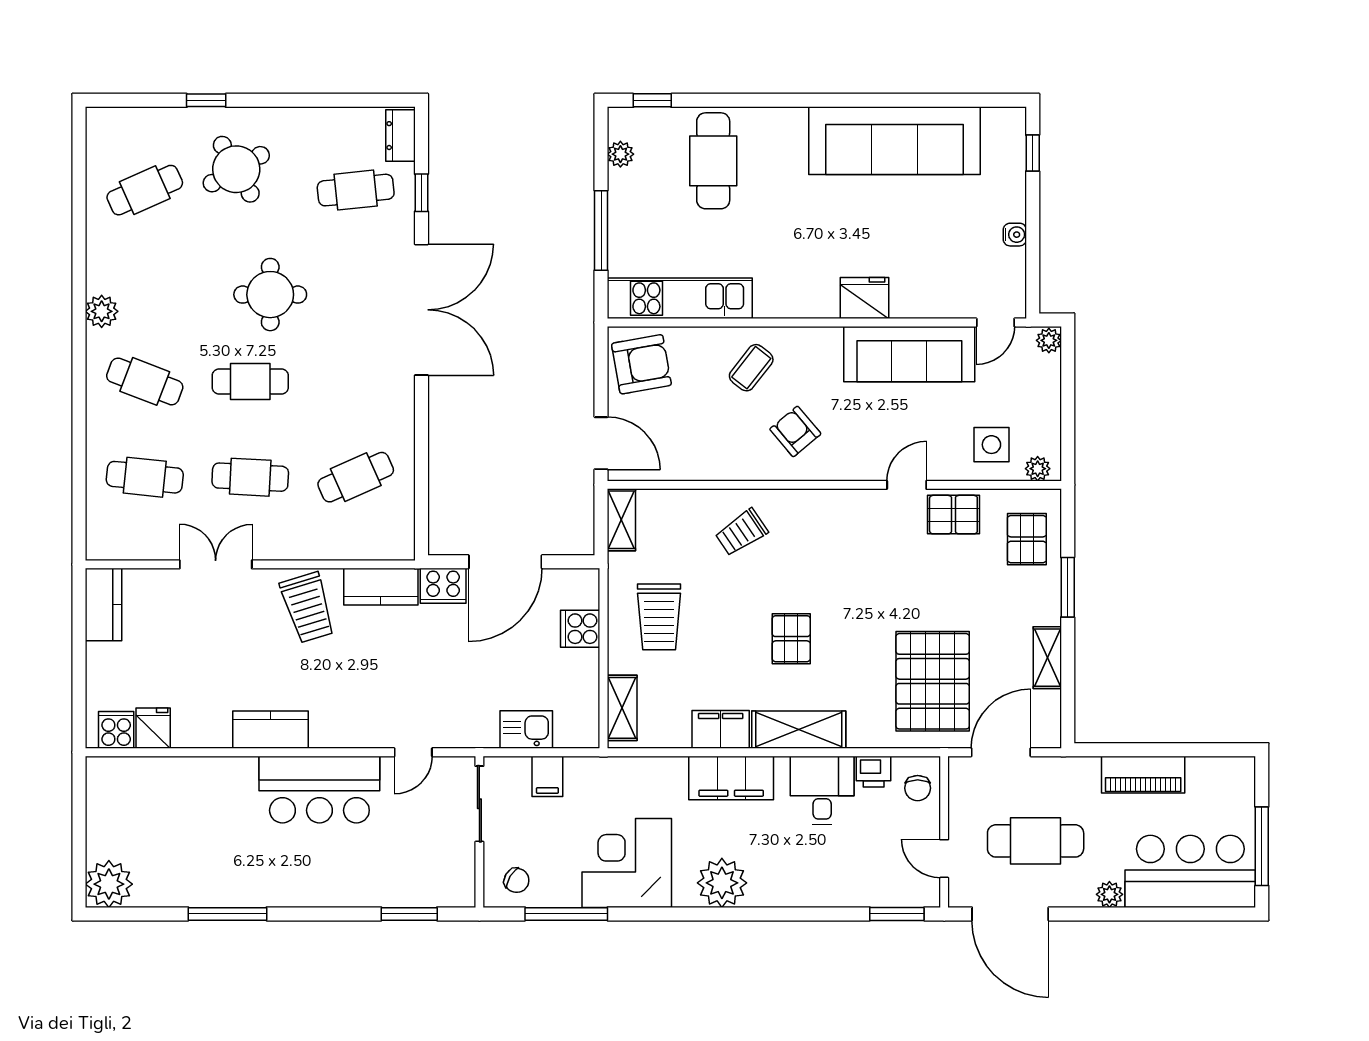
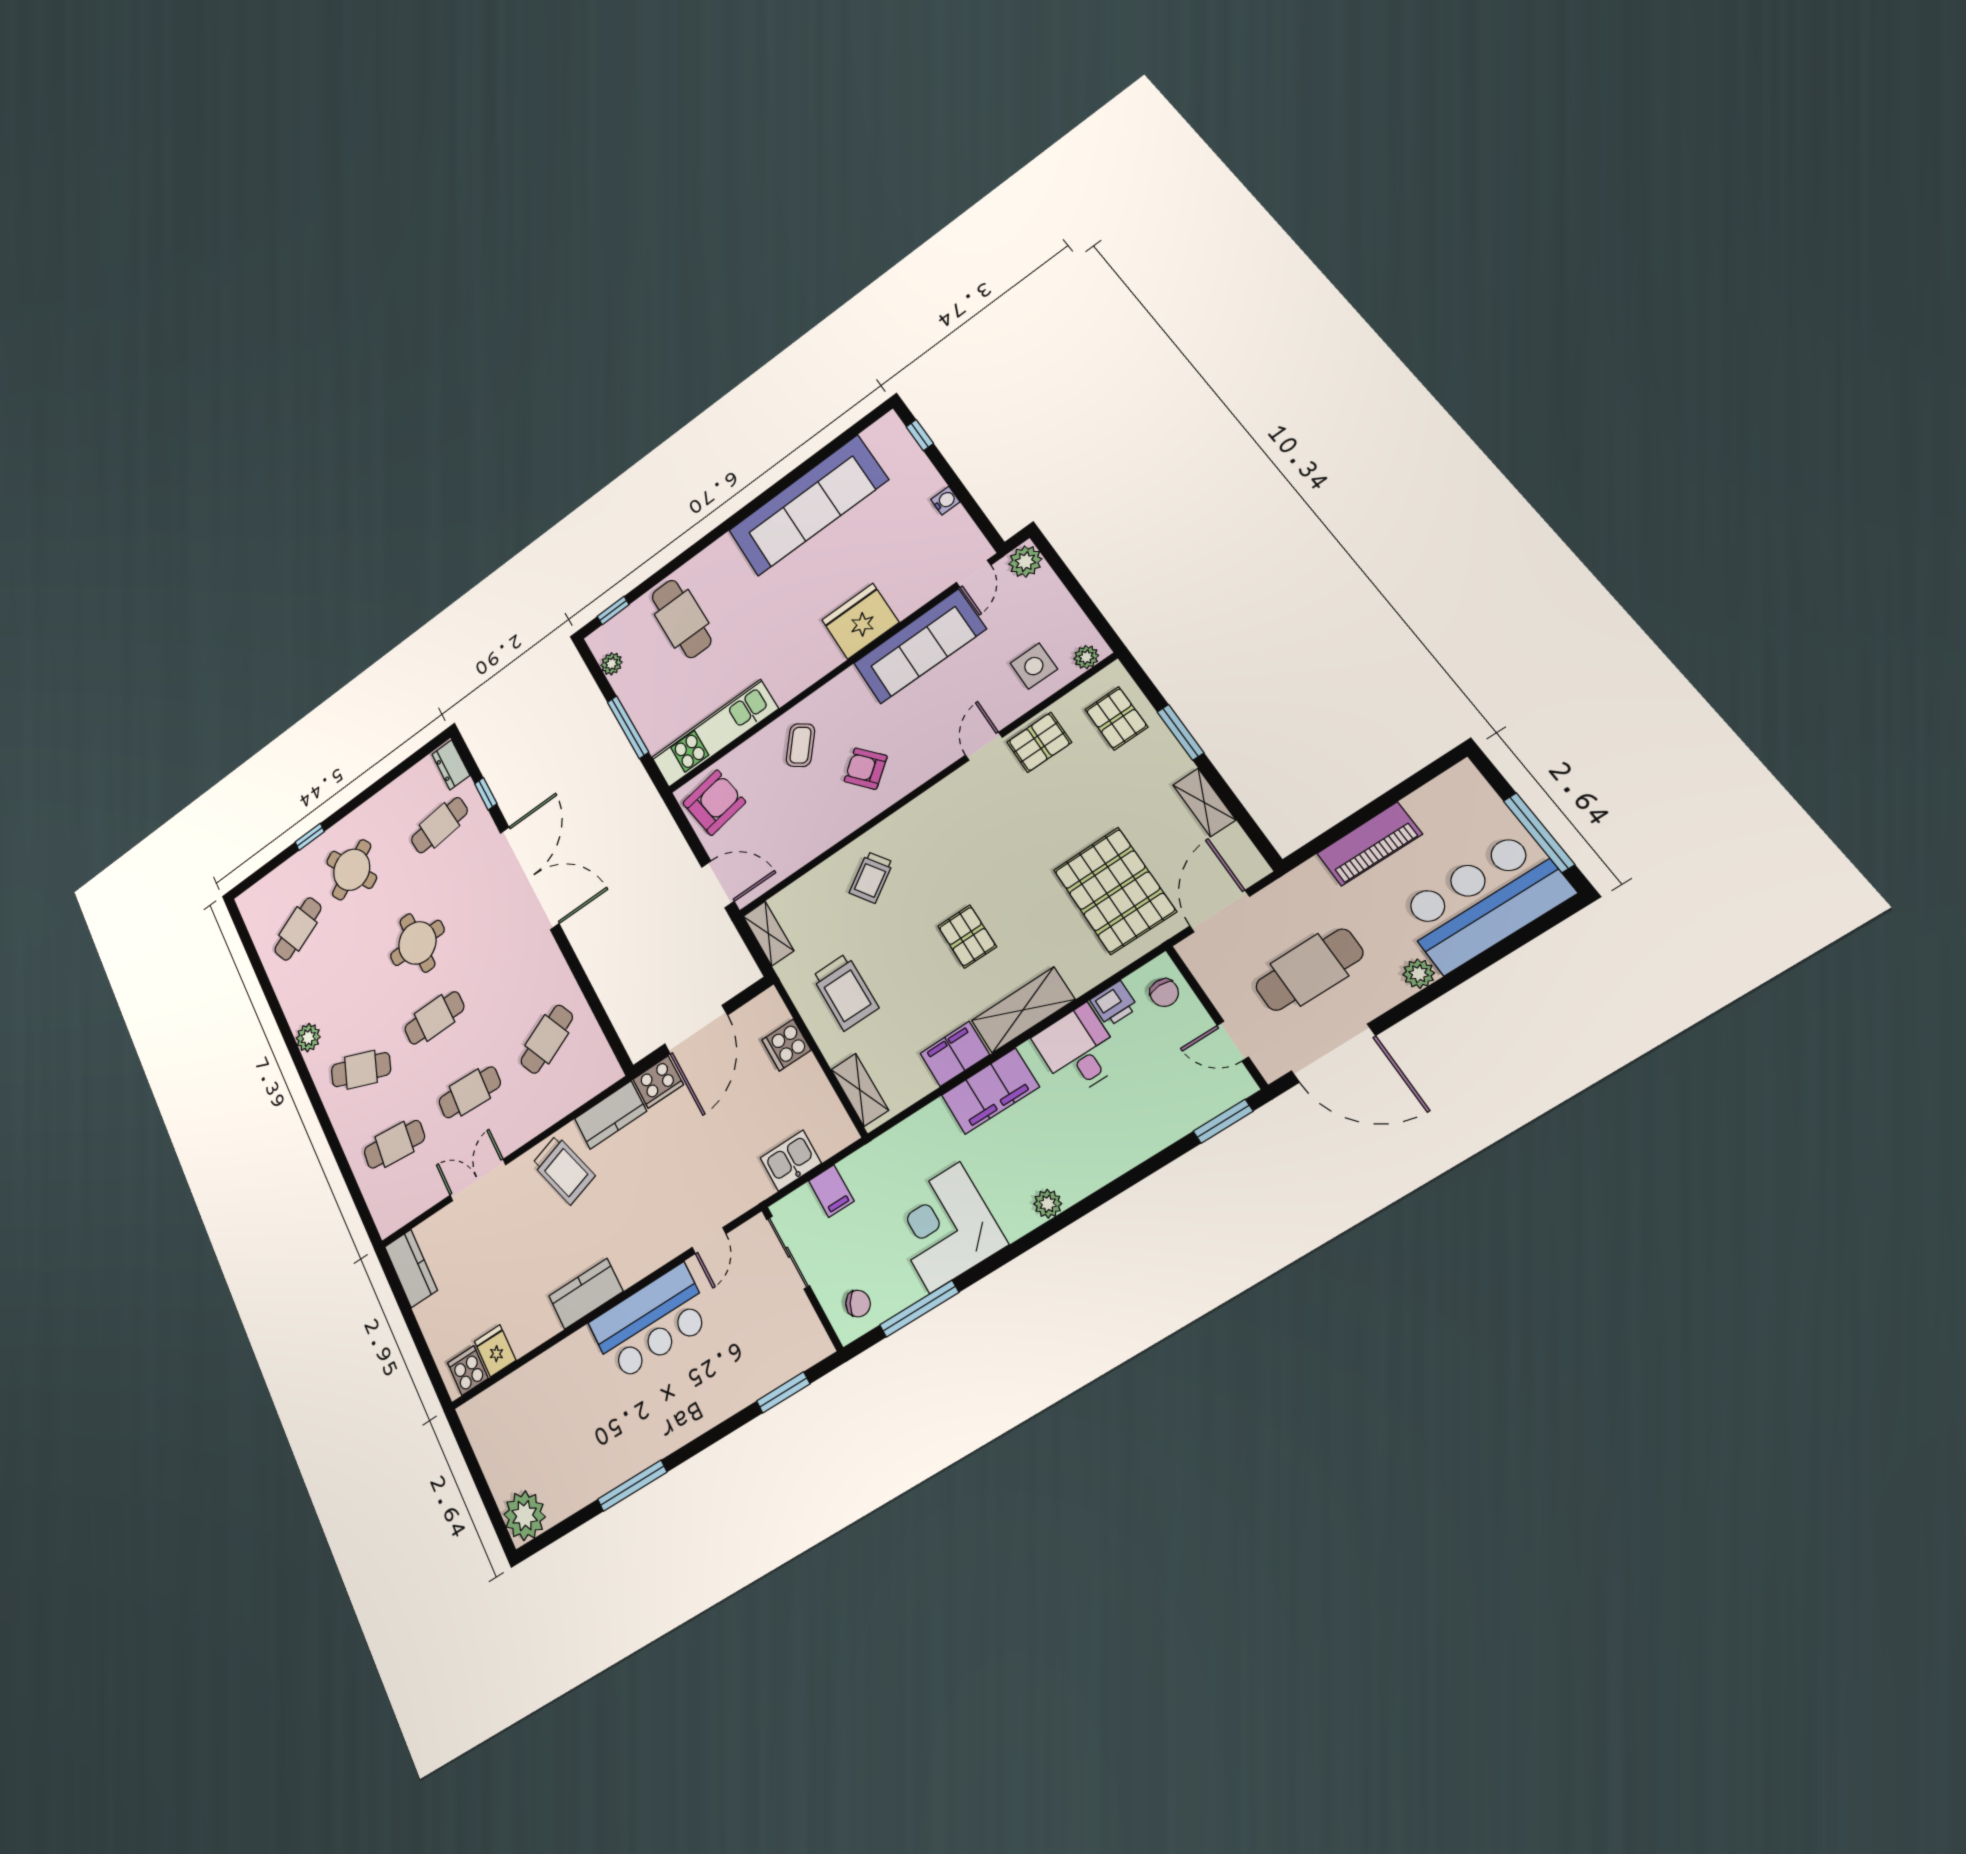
fridge: (865, 298) -> (860, 621), width x1.36, depth x1.34
plant: (1049, 340) -> (1025, 562), width x1.38, depth x1.38
plant: (722, 883) -> (1048, 1204), width x0.53, depth x0.53

